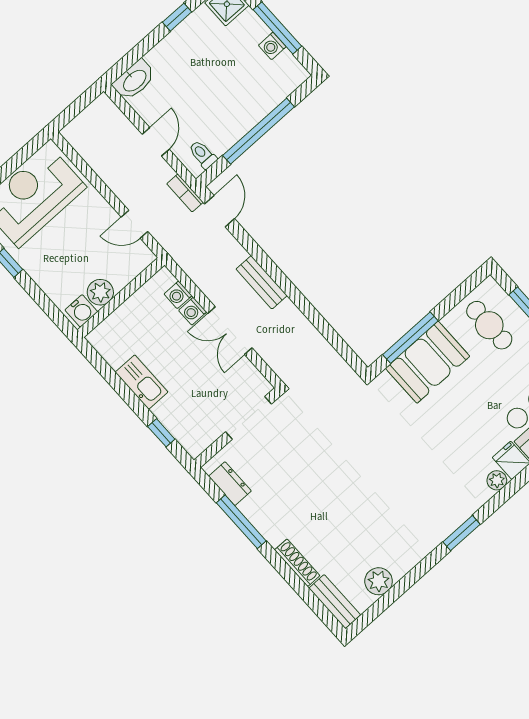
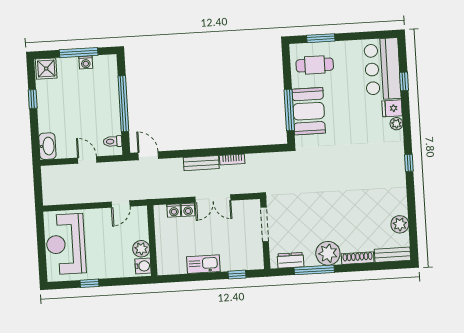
bookcase: (185, 193) -> (232, 160), moved
plant: (274, 522) -> (328, 253), added
window: (461, 533) -> (409, 163), width x0.67

